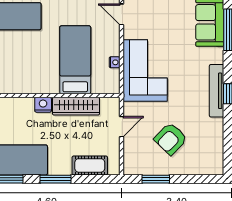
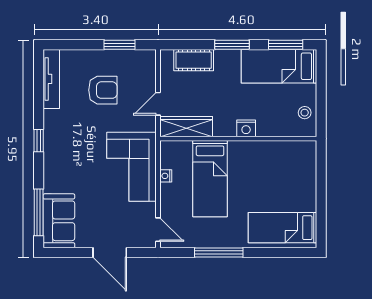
tv unit: (217, 91) -> (51, 79), moved
wardrobe: (76, 106) -> (186, 127), moved
armchair: (171, 139) -> (103, 90), turned 46

